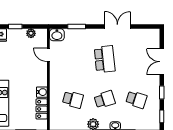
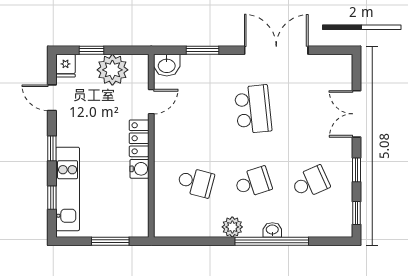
double door: (117, 27) -> (276, 50), width x1.37
plant: (31, 33) -> (112, 70), width x1.87, depth x1.87
door: (48, 55) -> (151, 102), swing flipped
school desk: (136, 99) -> (311, 182), turned -42
locker: (42, 109) -> (139, 138), moved

